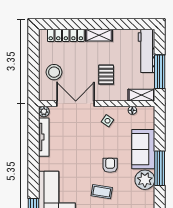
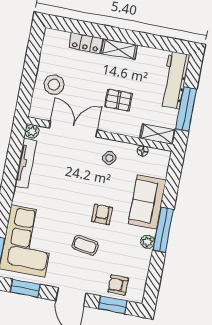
locker: (66, 35) -> (86, 43), width x0.66
pallet: (106, 75) -> (118, 100), turned 90
plant: (145, 180) -> (148, 242), width x0.53, depth x0.53

